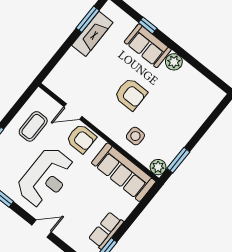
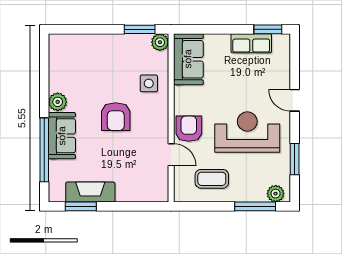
window: (148, 25) -> (44, 150), width x3.17
armchair: (131, 94) -> (116, 117), turned 180
sofa: (124, 172) -> (188, 59), width x0.73

